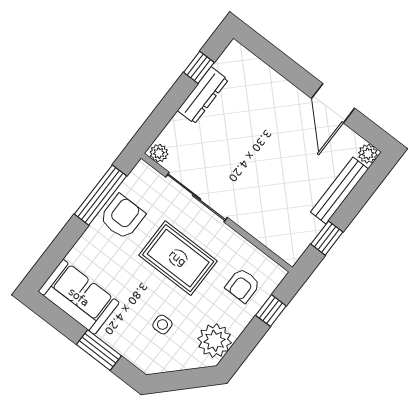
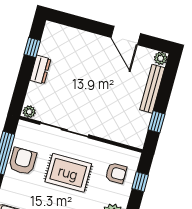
dresser: (203, 95) -> (40, 70), width x0.70
armchair: (243, 285) -> (116, 173), turned -90

